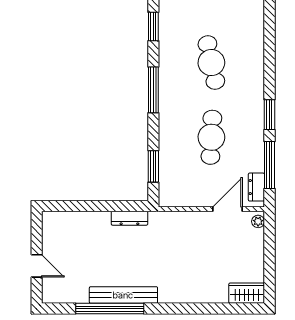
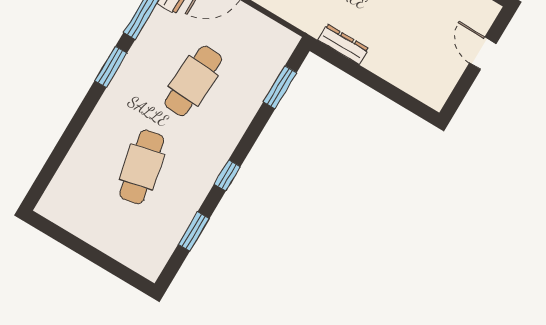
window: (153, 26) -> (194, 231), moved
window: (153, 90) -> (227, 175), width x0.46

